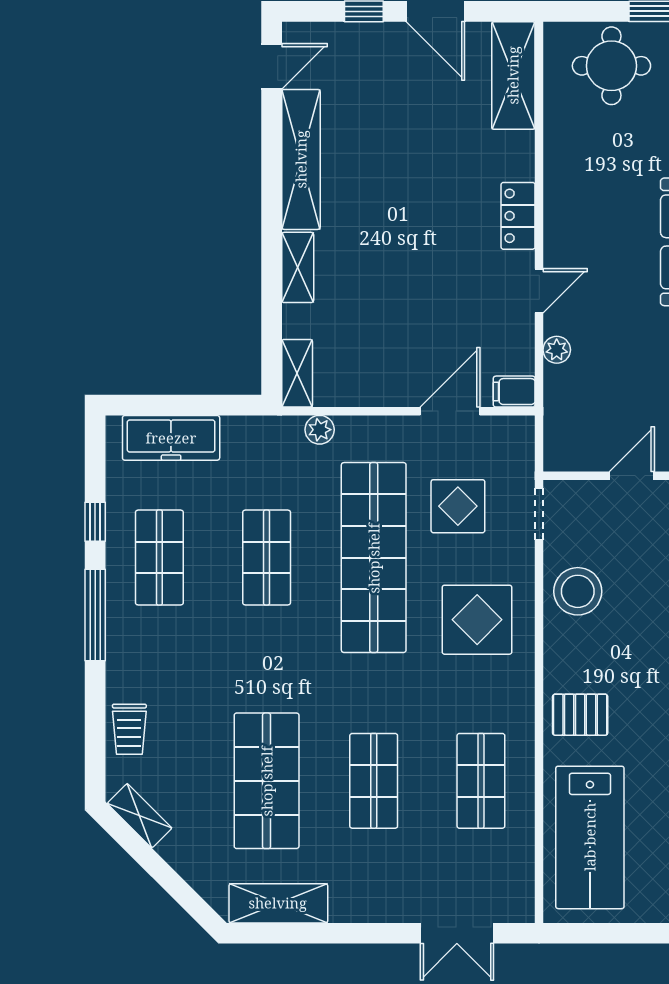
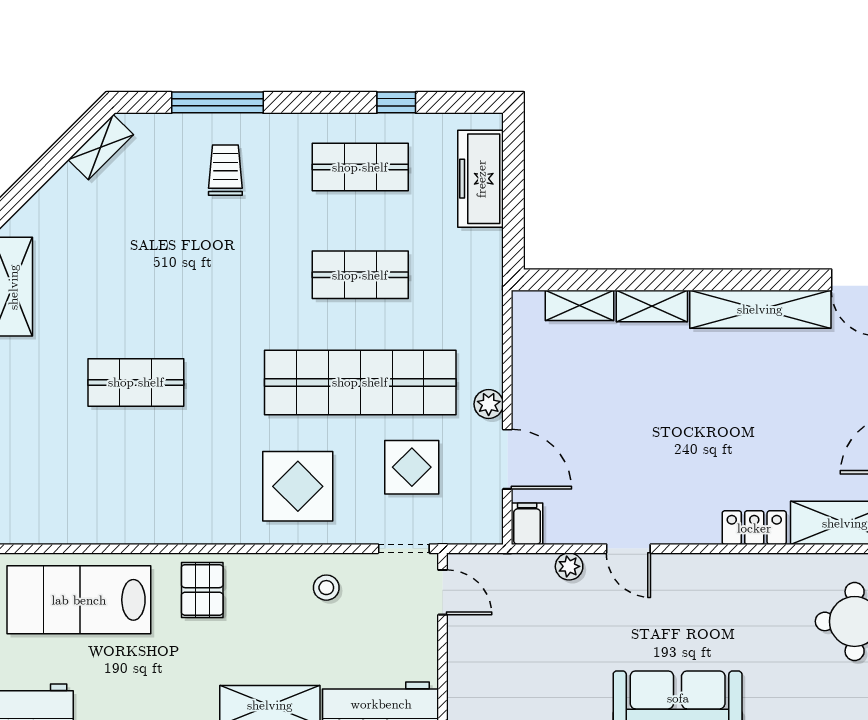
locker: (518, 216) -> (754, 528), moved
shelving: (297, 373) -> (580, 305), moved
plant: (320, 430) -> (489, 404), moved
door: (632, 476) -> (442, 592), moved
stool: (578, 591) -> (326, 588), width x0.53, depth x0.53
window: (95, 615) -> (217, 102), moved
trolley: (129, 729) -> (225, 170), moved, turned 90
shop shelf: (267, 781) -> (136, 275), removed
shop shelf: (481, 781) -> (136, 490), removed

